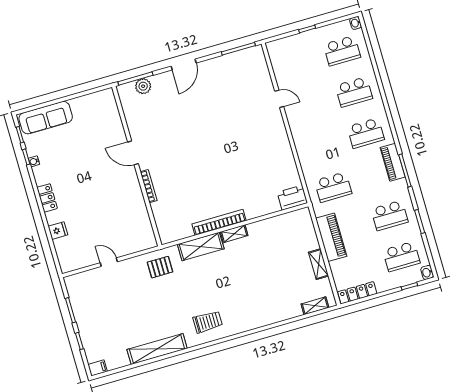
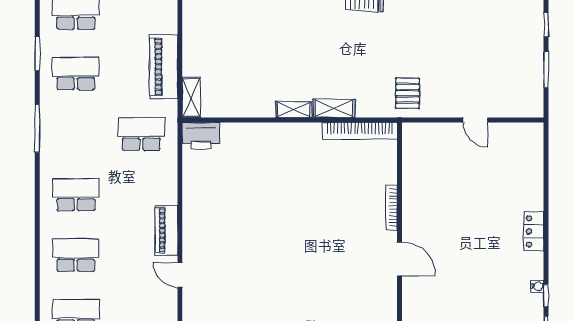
piano: (393, 162) -> (166, 230), moved, turned 180
bookcase: (219, 222) -> (360, 131), moved
fridge: (58, 231) -> (532, 183), removed
shelving: (201, 246) -> (334, 108), width x0.67, depth x0.75
shelving: (319, 264) -> (191, 98), moved
pallet: (160, 267) -> (408, 93), turned 90

